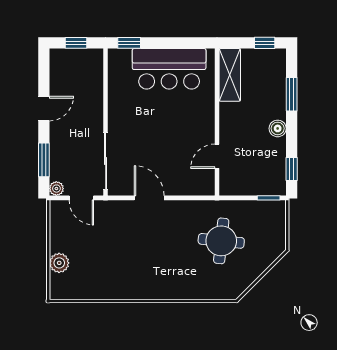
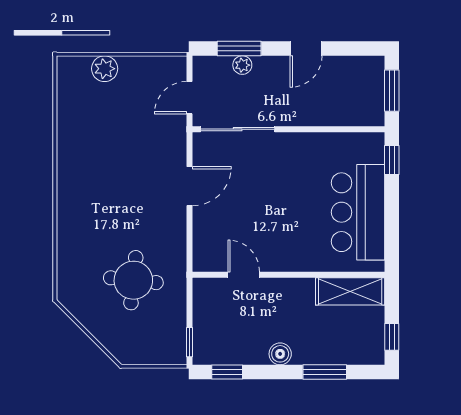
window: (76, 43) -> (392, 91), width x1.50
door: (44, 109) -> (306, 49), hinge flipped
plant: (56, 189) -> (242, 65), moved

